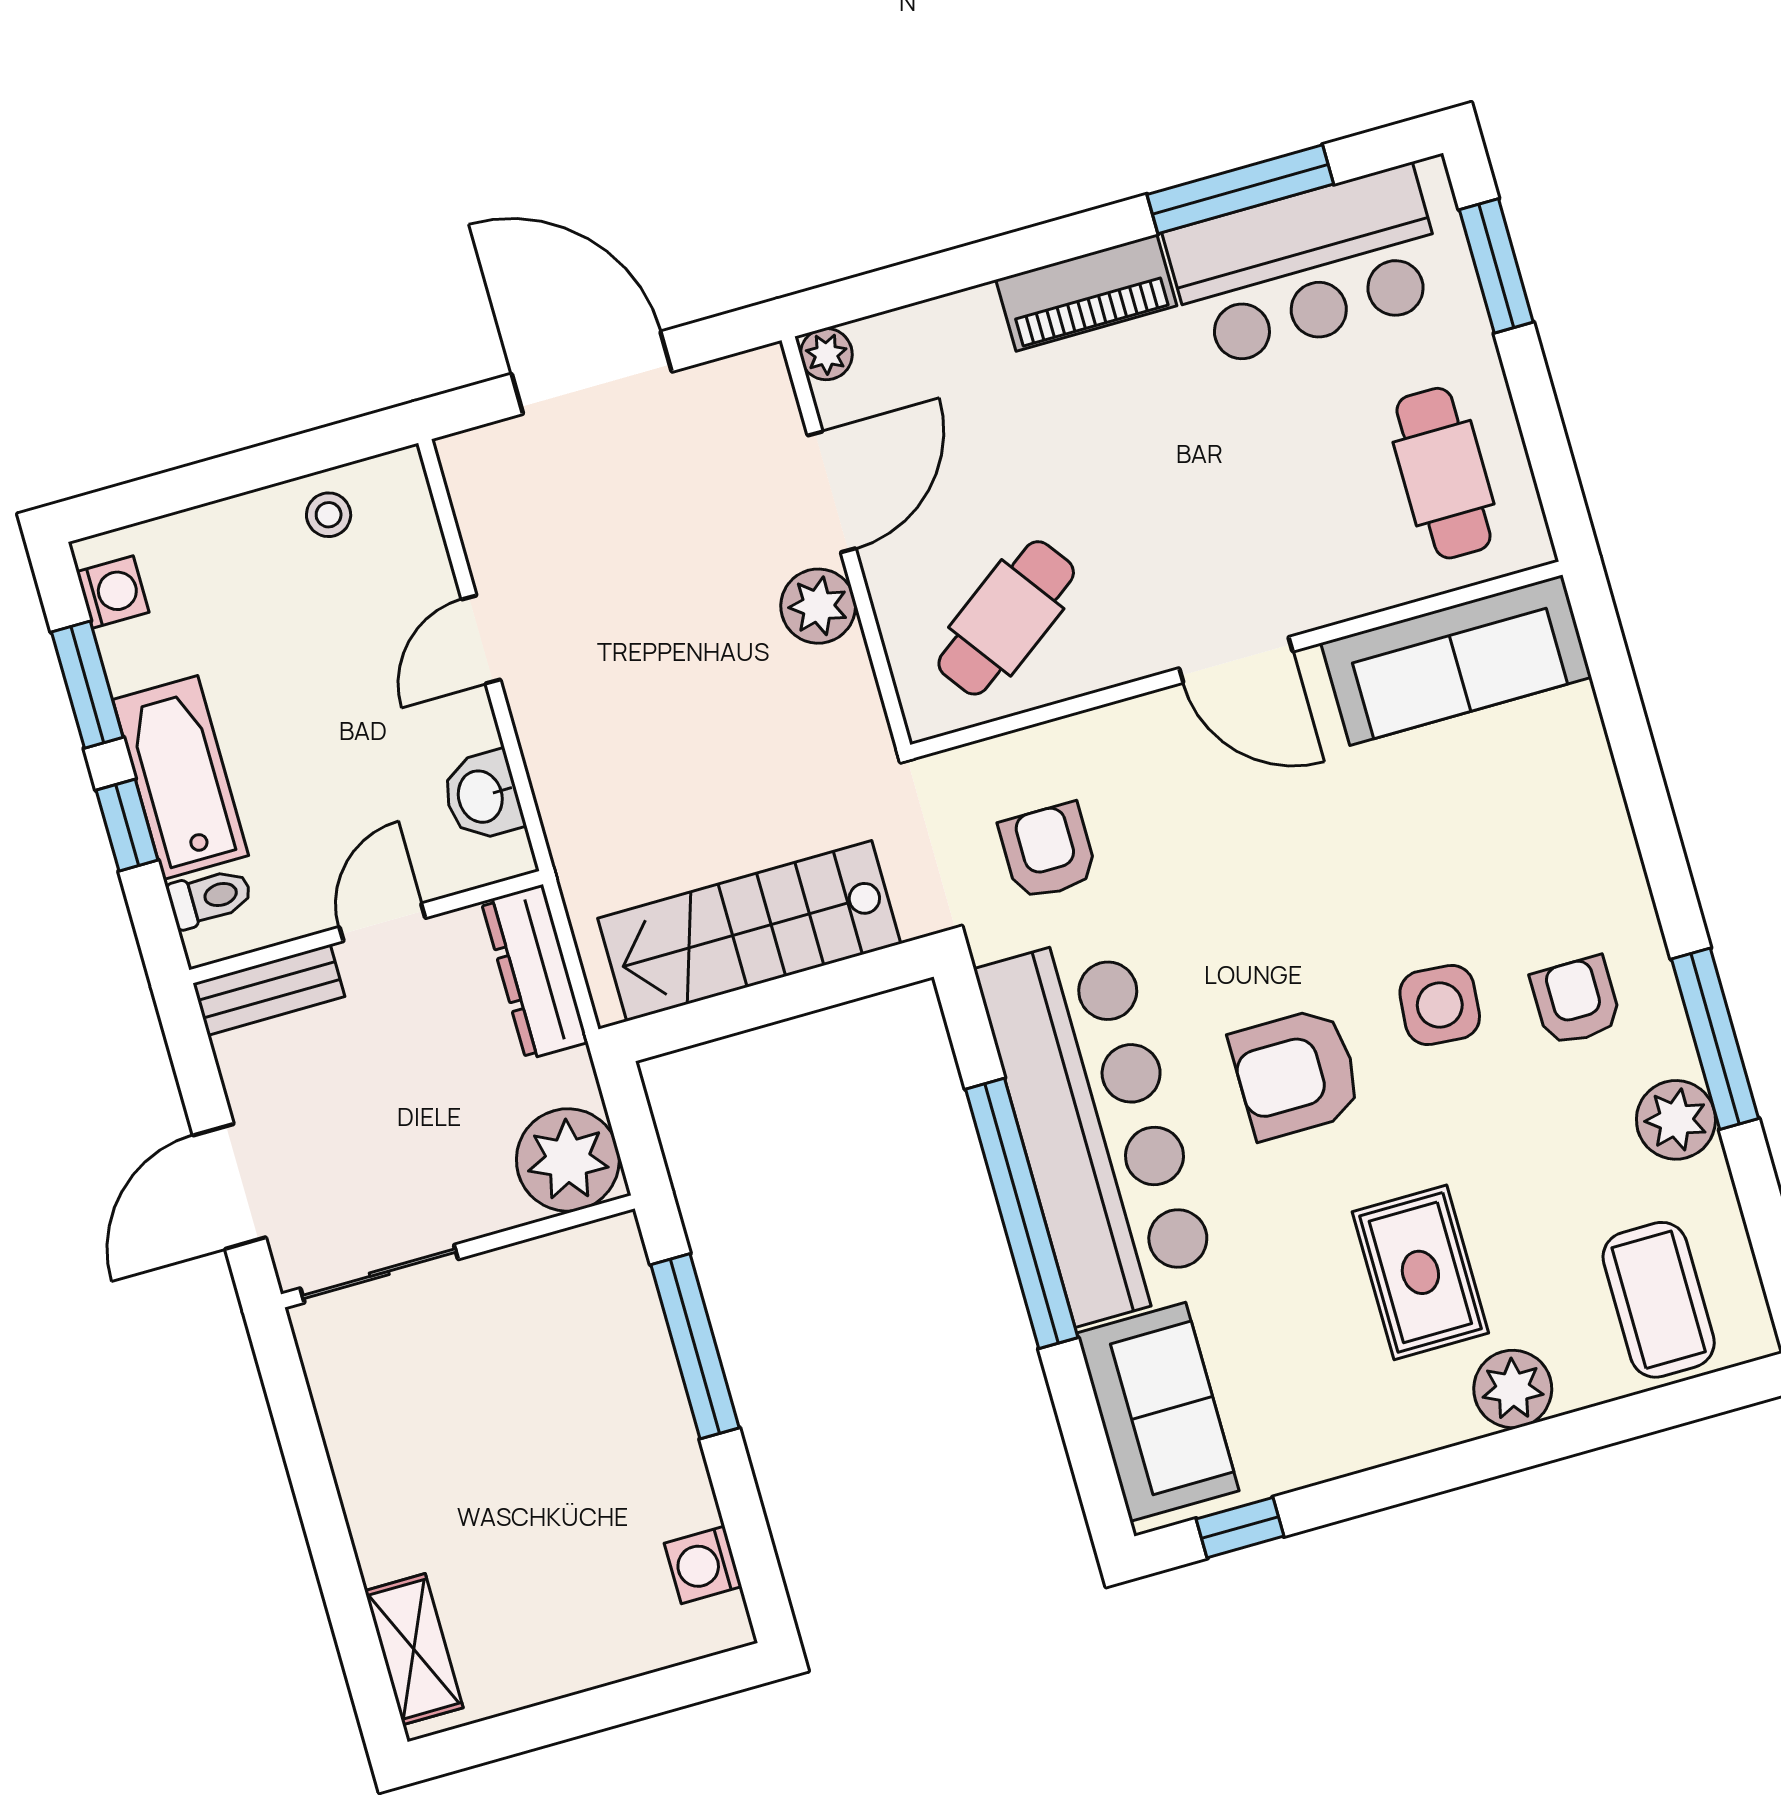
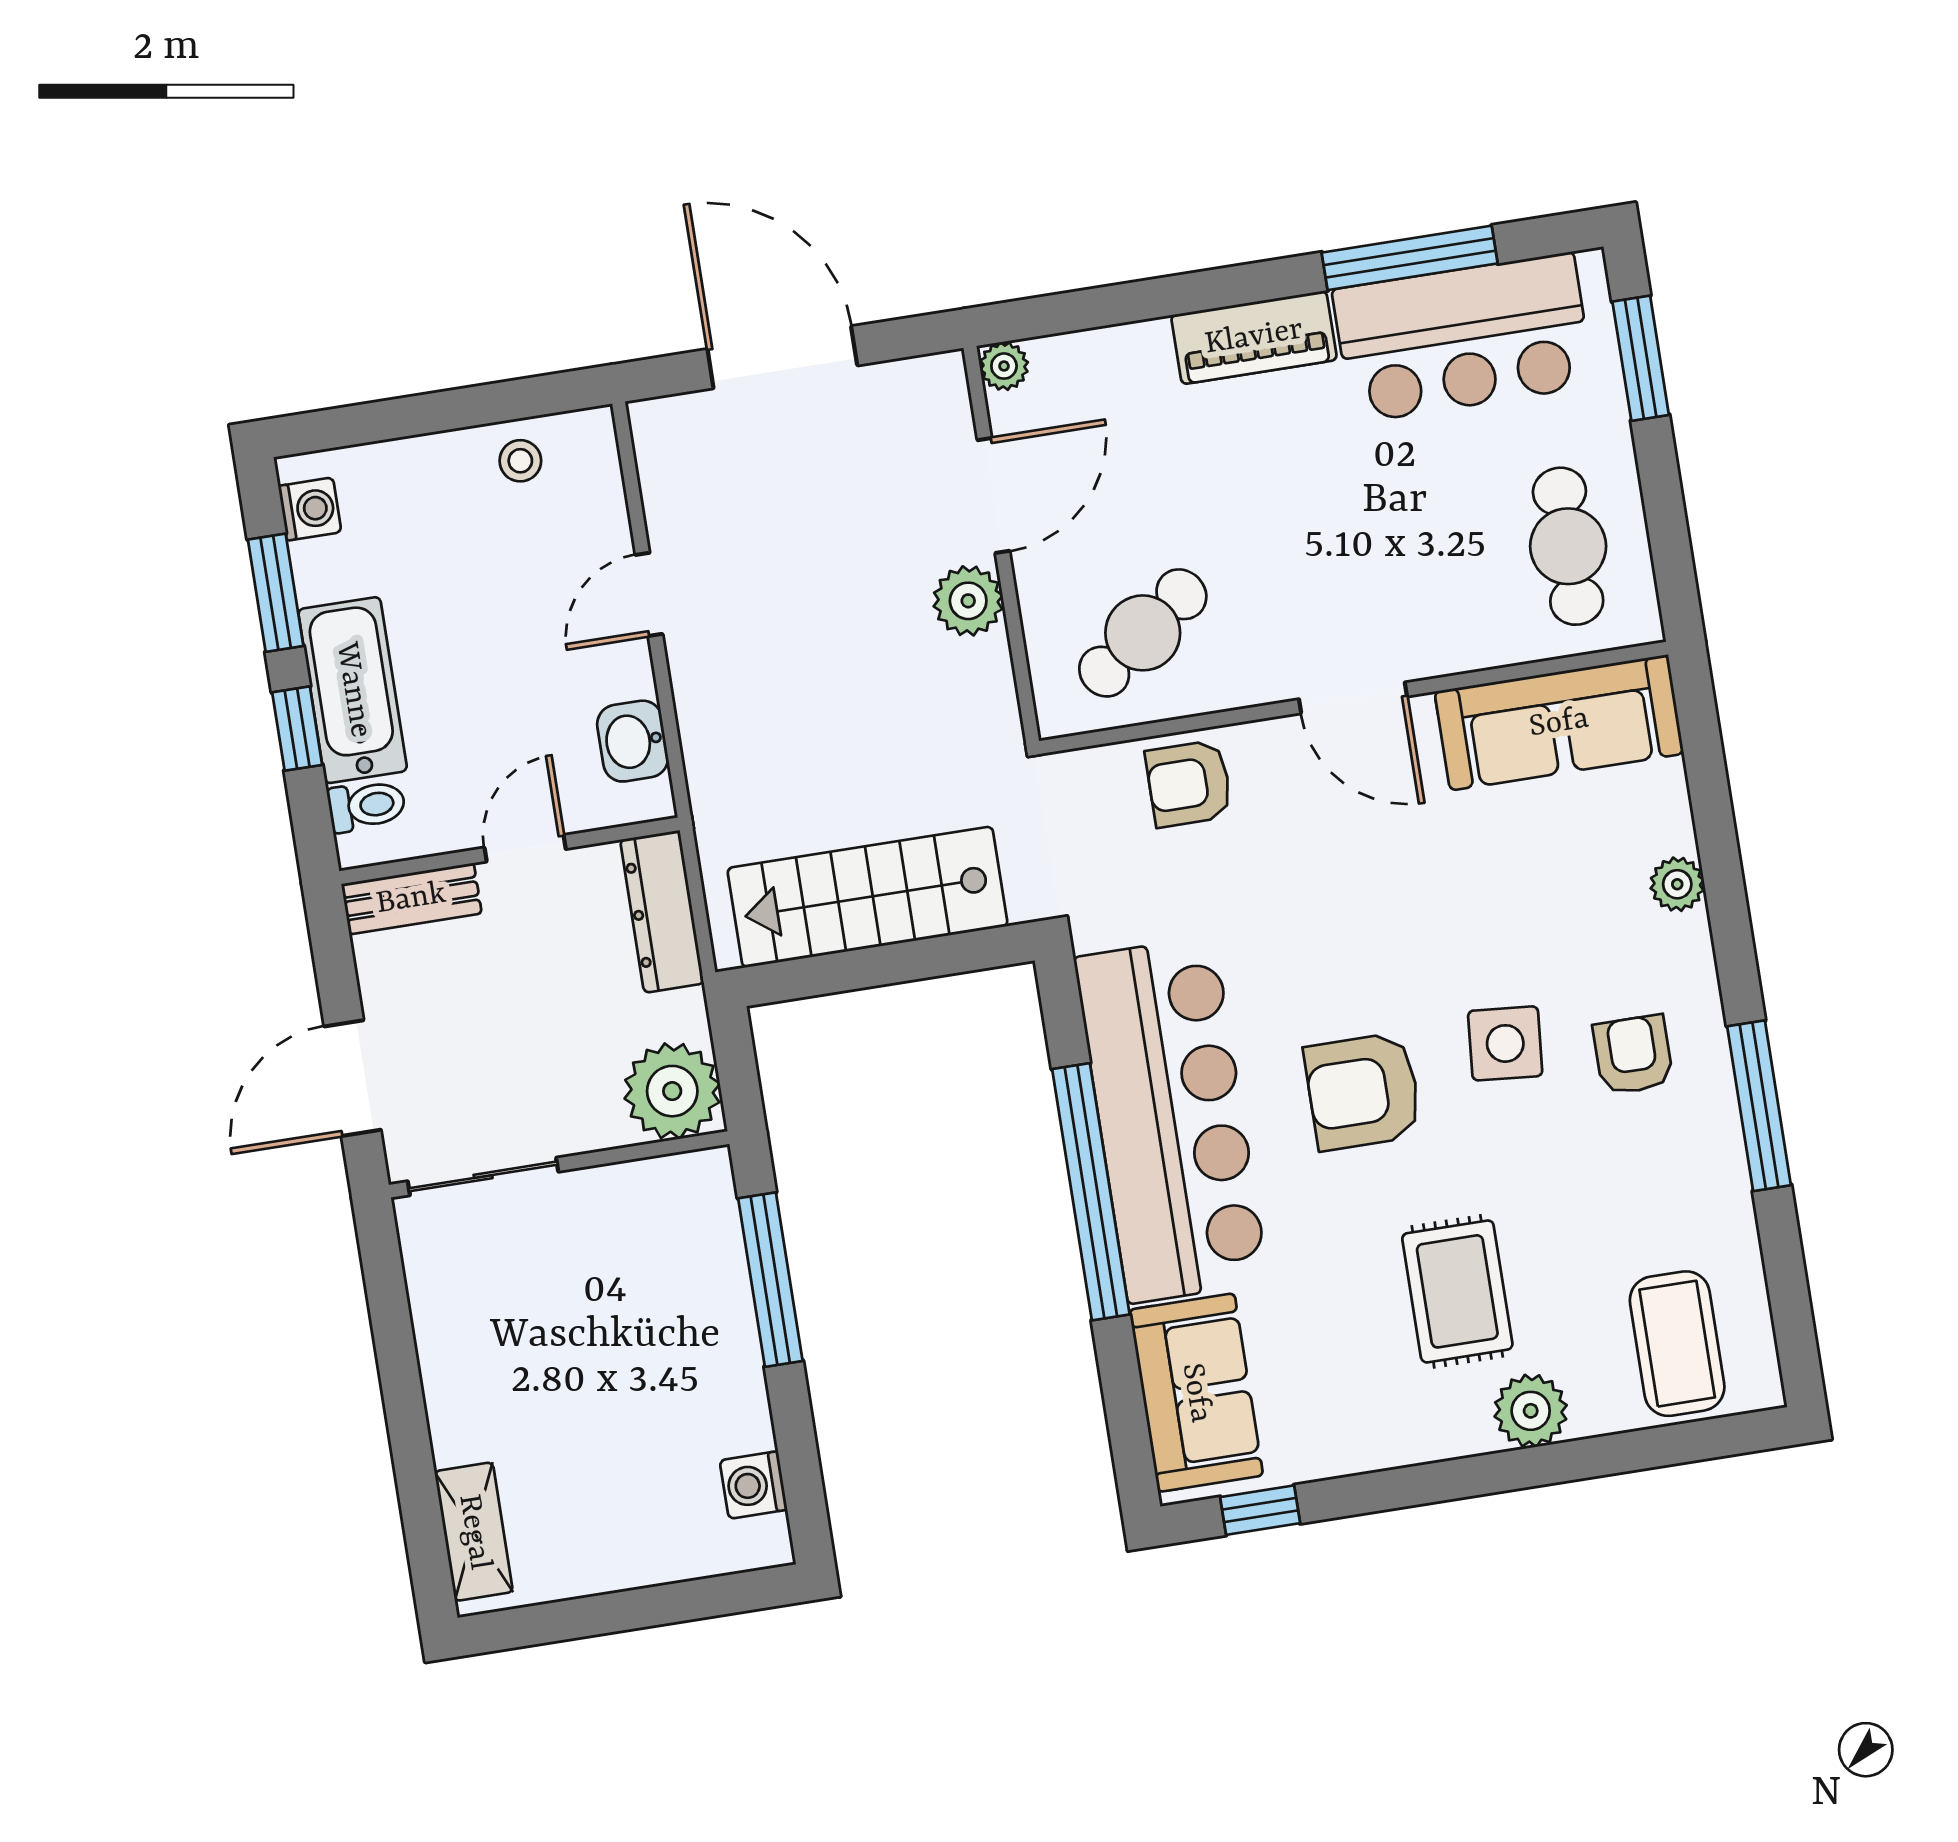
armchair: (1048, 851) -> (1189, 784), moved, turned -90
plant: (1676, 1120) -> (1677, 884), moved, width x0.73, depth x0.73

